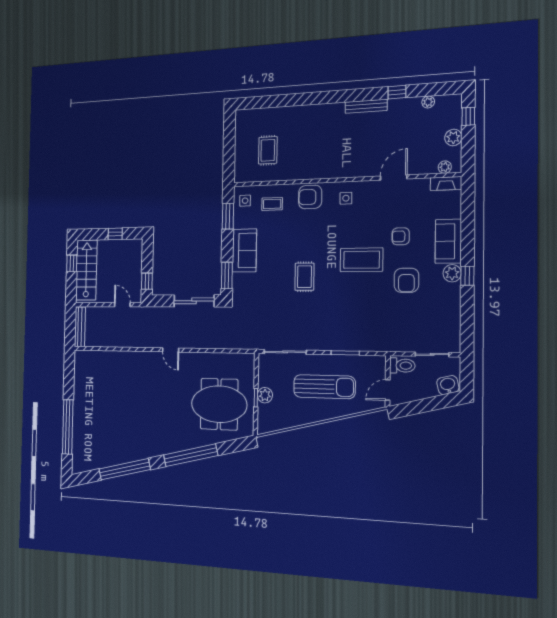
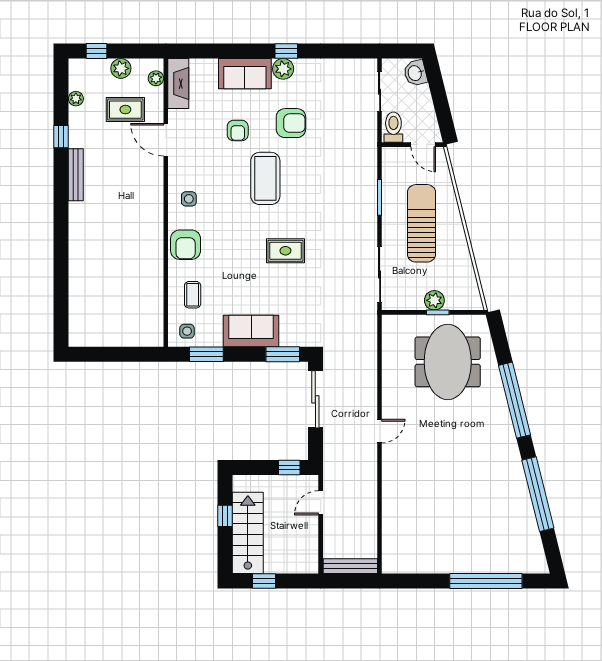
rug: (268, 150) -> (125, 110), moved
fireplace: (446, 184) -> (178, 84), width x1.37, depth x1.32
stairs: (86, 270) -> (248, 533), moved, turned 90

